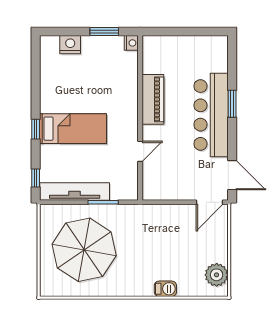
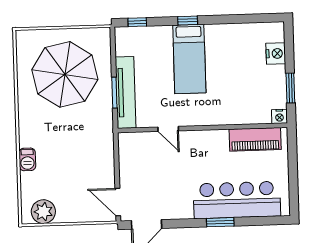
piano: (153, 99) -> (255, 139), moved
bar counter: (211, 115) -> (237, 200), moved
tv unit: (75, 192) -> (126, 92), moved

